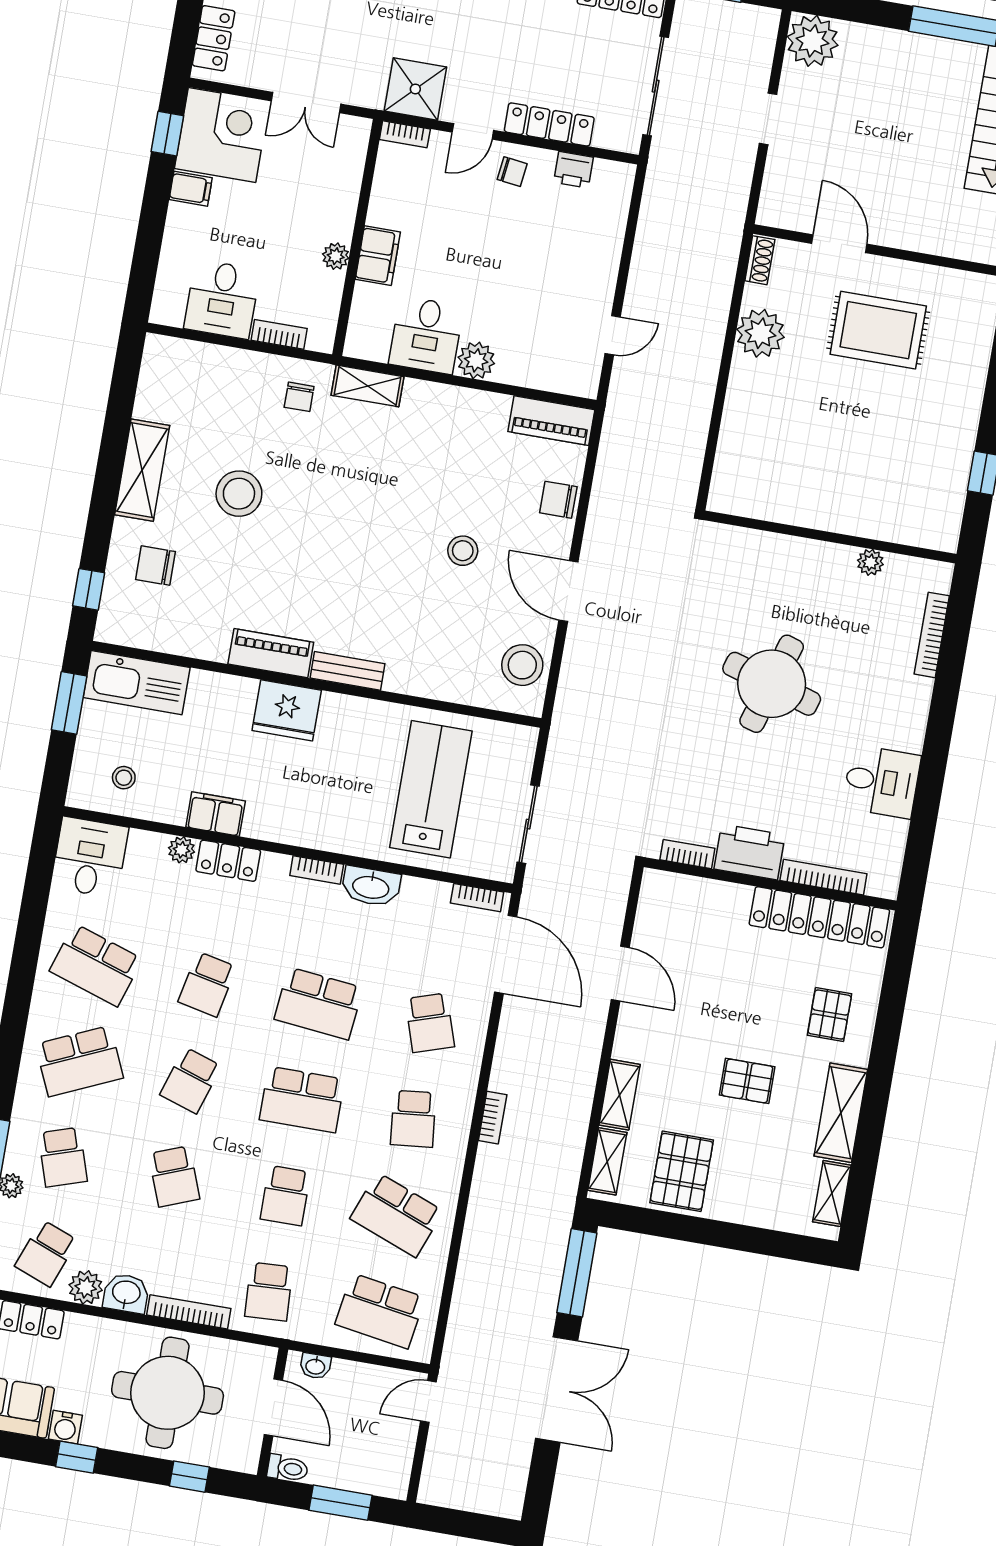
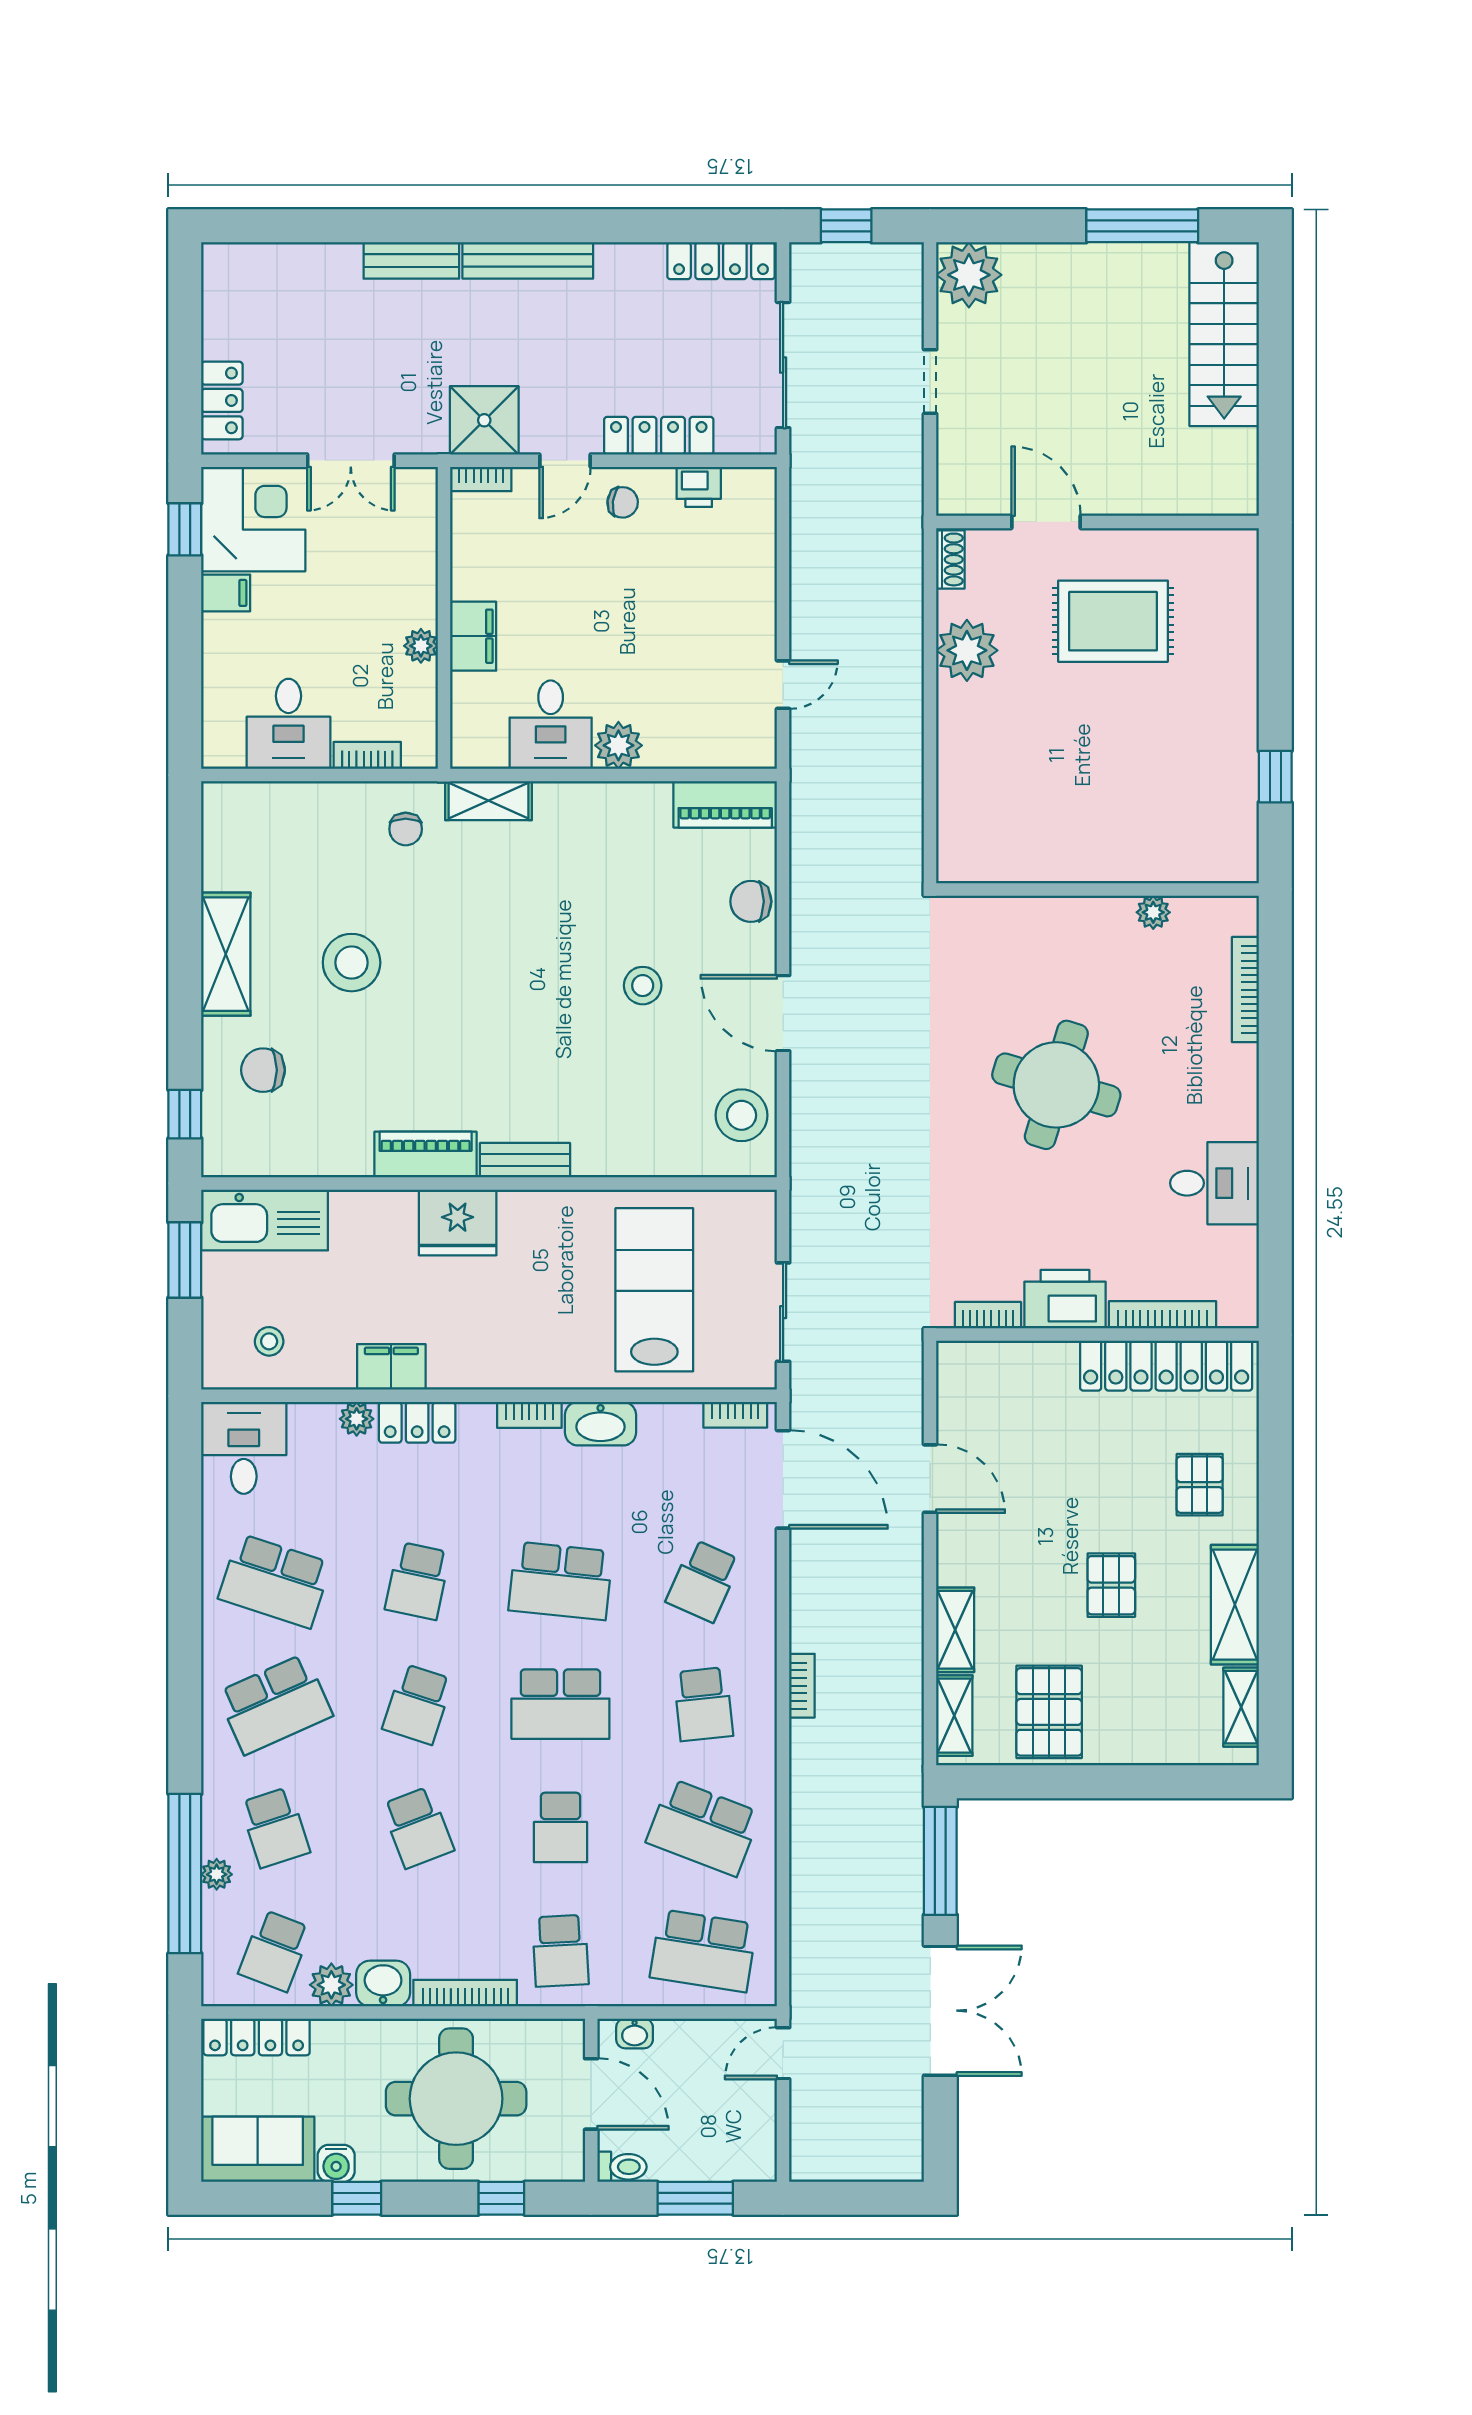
school desk: (430, 1023) -> (703, 1581), turned 42
pallet: (747, 1081) -> (1111, 1585), turned 90

